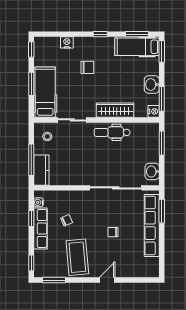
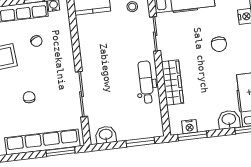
washbasin: (152, 85) -> (229, 120), moved
nightstand: (154, 111) -> (190, 127), moved
sliding door: (116, 188) -> (82, 94), width x0.73

